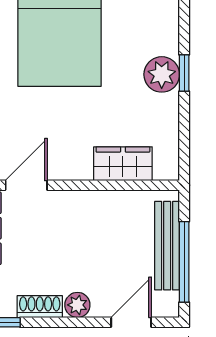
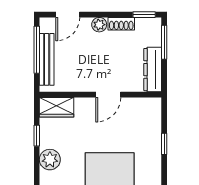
window: (184, 73) -> (37, 136), moved
wardrobe: (123, 164) -> (57, 107), moved
door: (26, 185) -> (108, 95), moved

